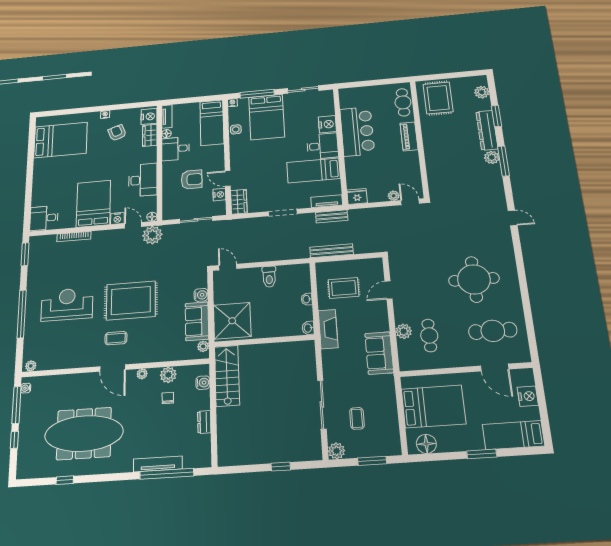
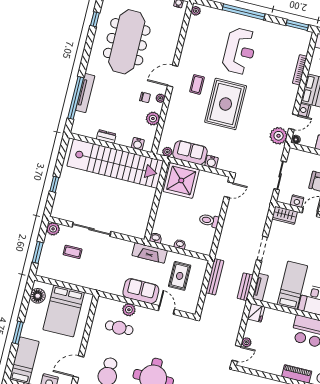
sofa: (379, 353) -> (141, 291), moved
stairs: (227, 376) -> (115, 163), width x1.86, depth x1.51
chair: (168, 398) -> (145, 97), moved

